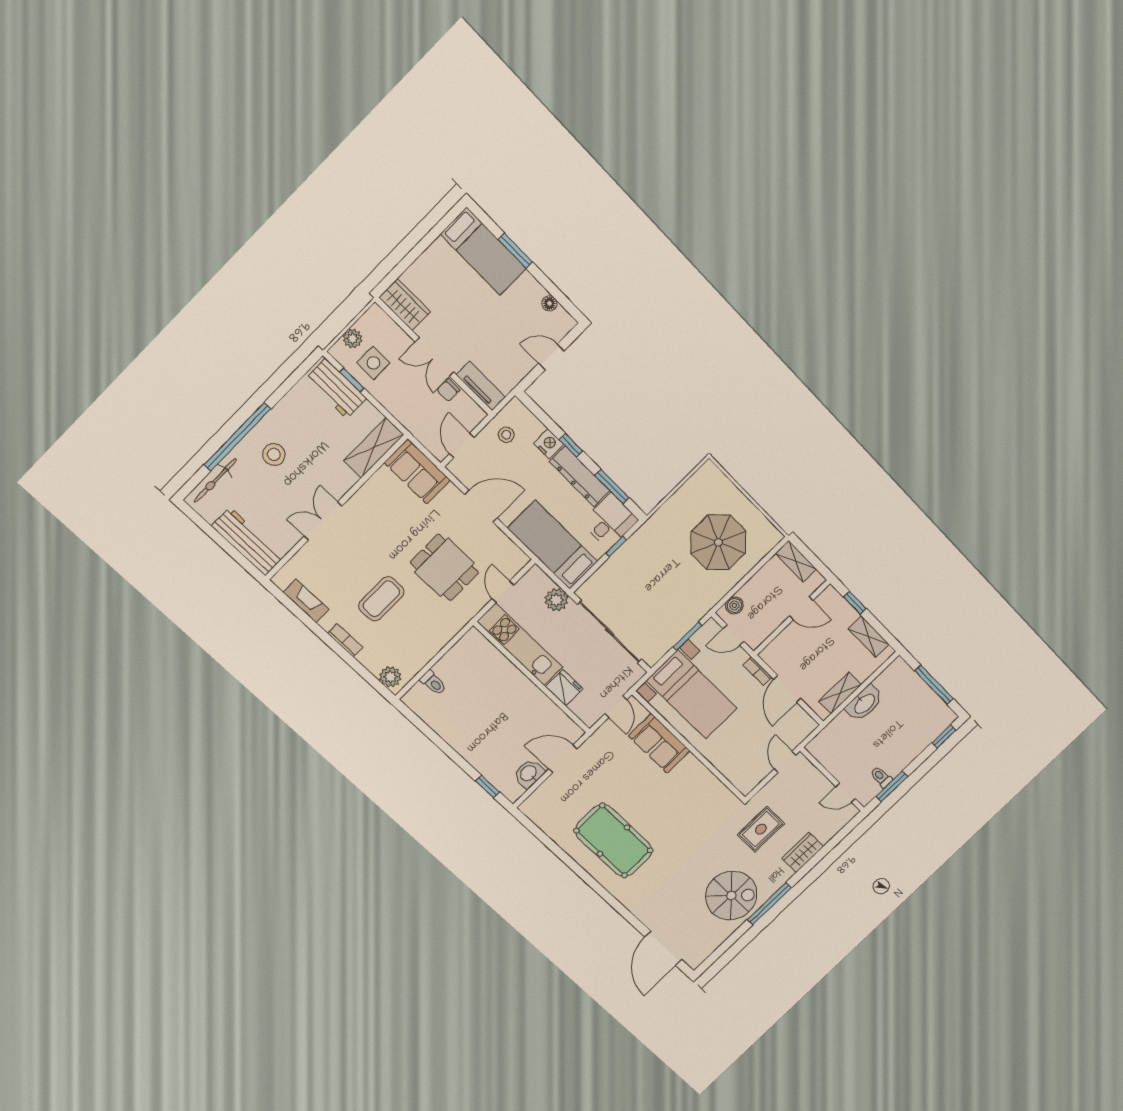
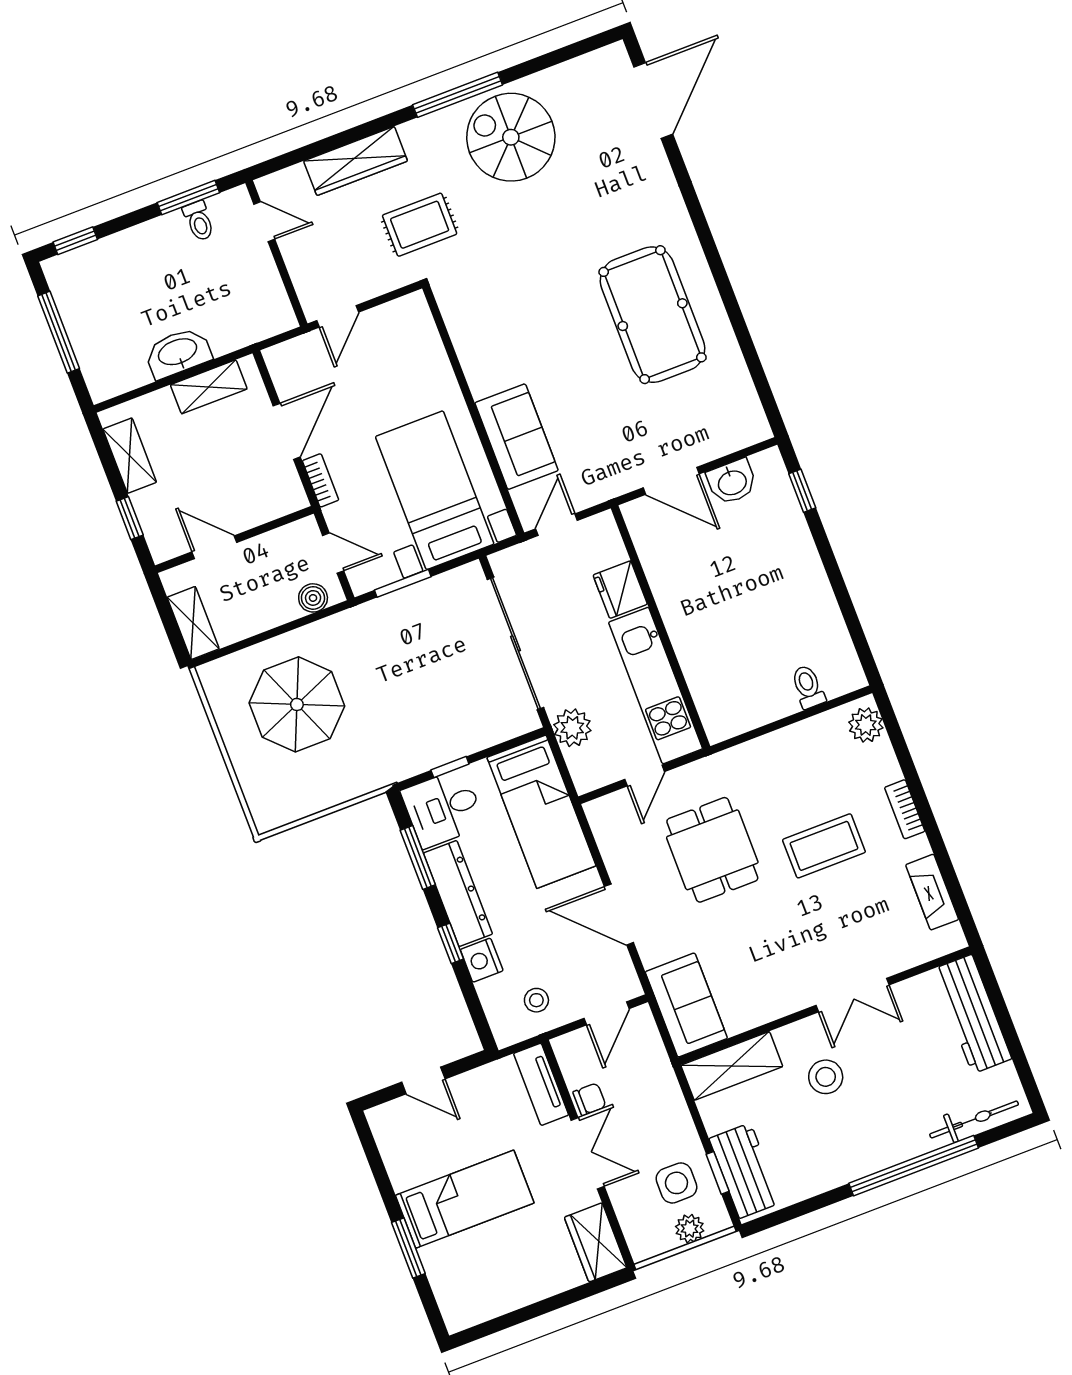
bed: (483, 251) -> (465, 1199), moved, turned 90
floor lamp: (549, 303) -> (393, 1156), removed
stool: (274, 454) -> (826, 1077), moved
wardrobe: (803, 852) -> (356, 161), width x1.50

